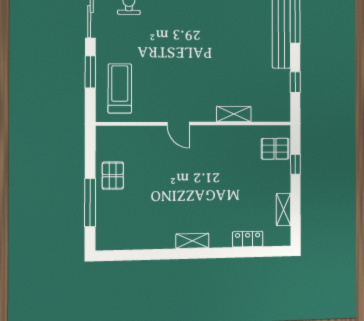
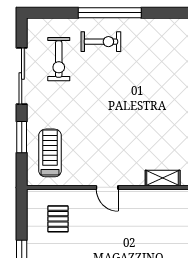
pallet: (113, 176) -> (58, 219), moved

